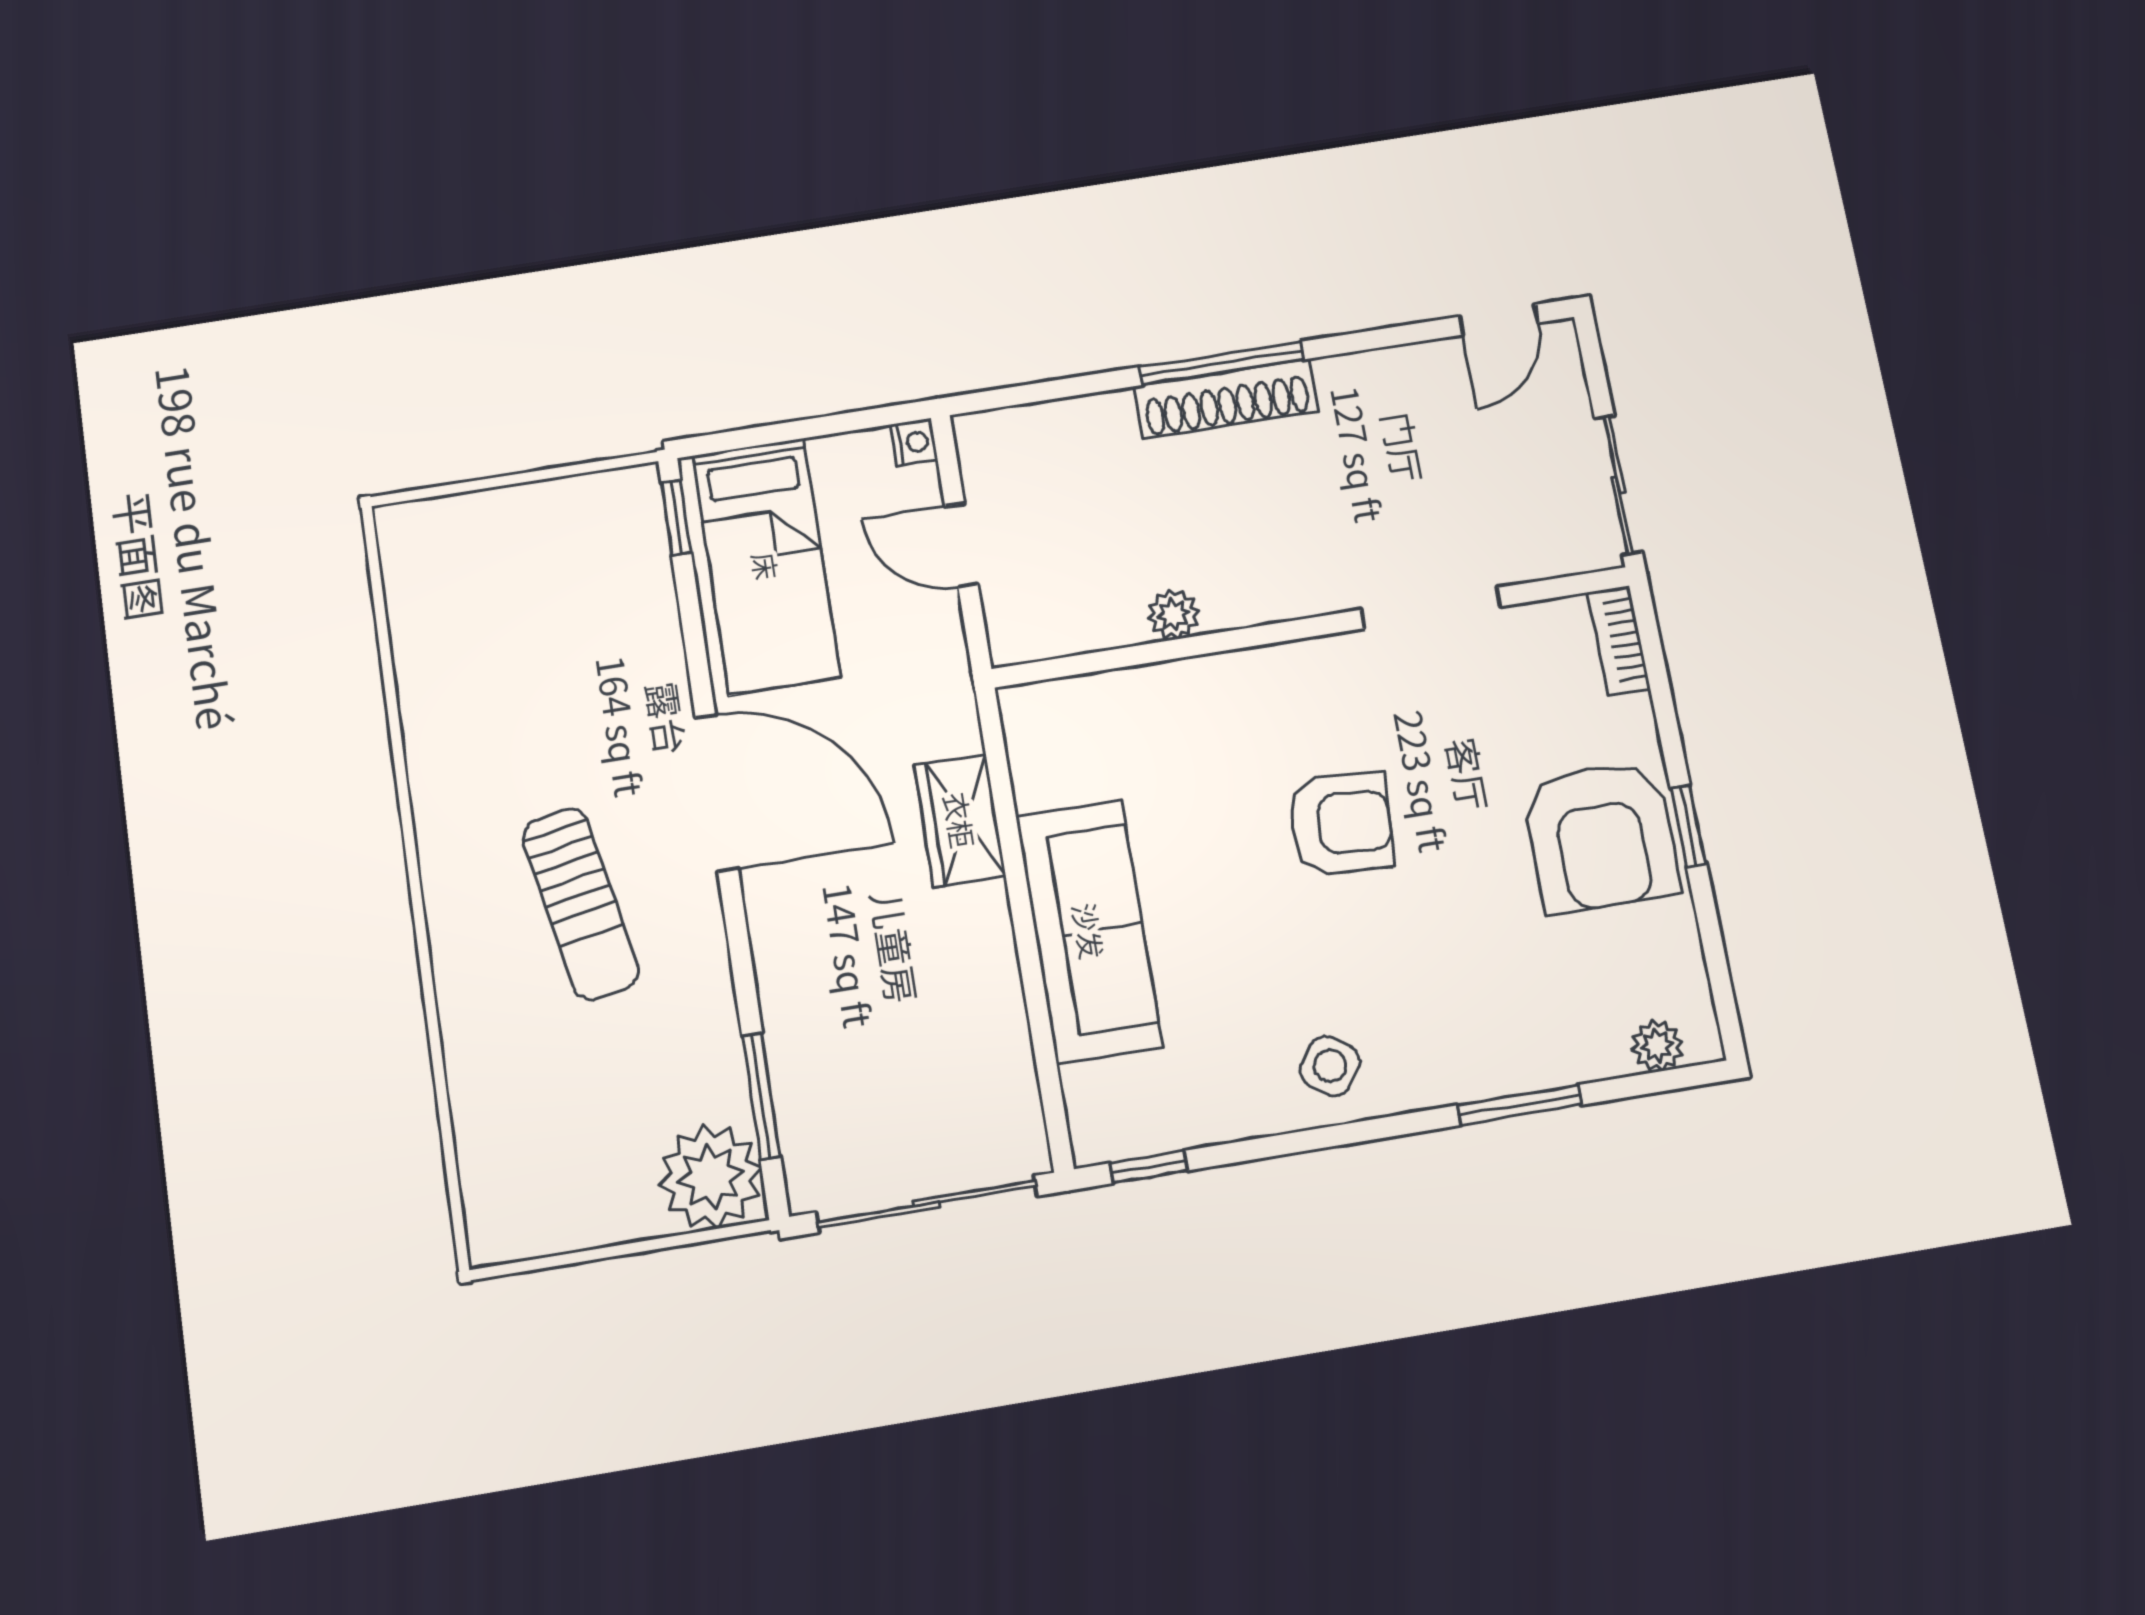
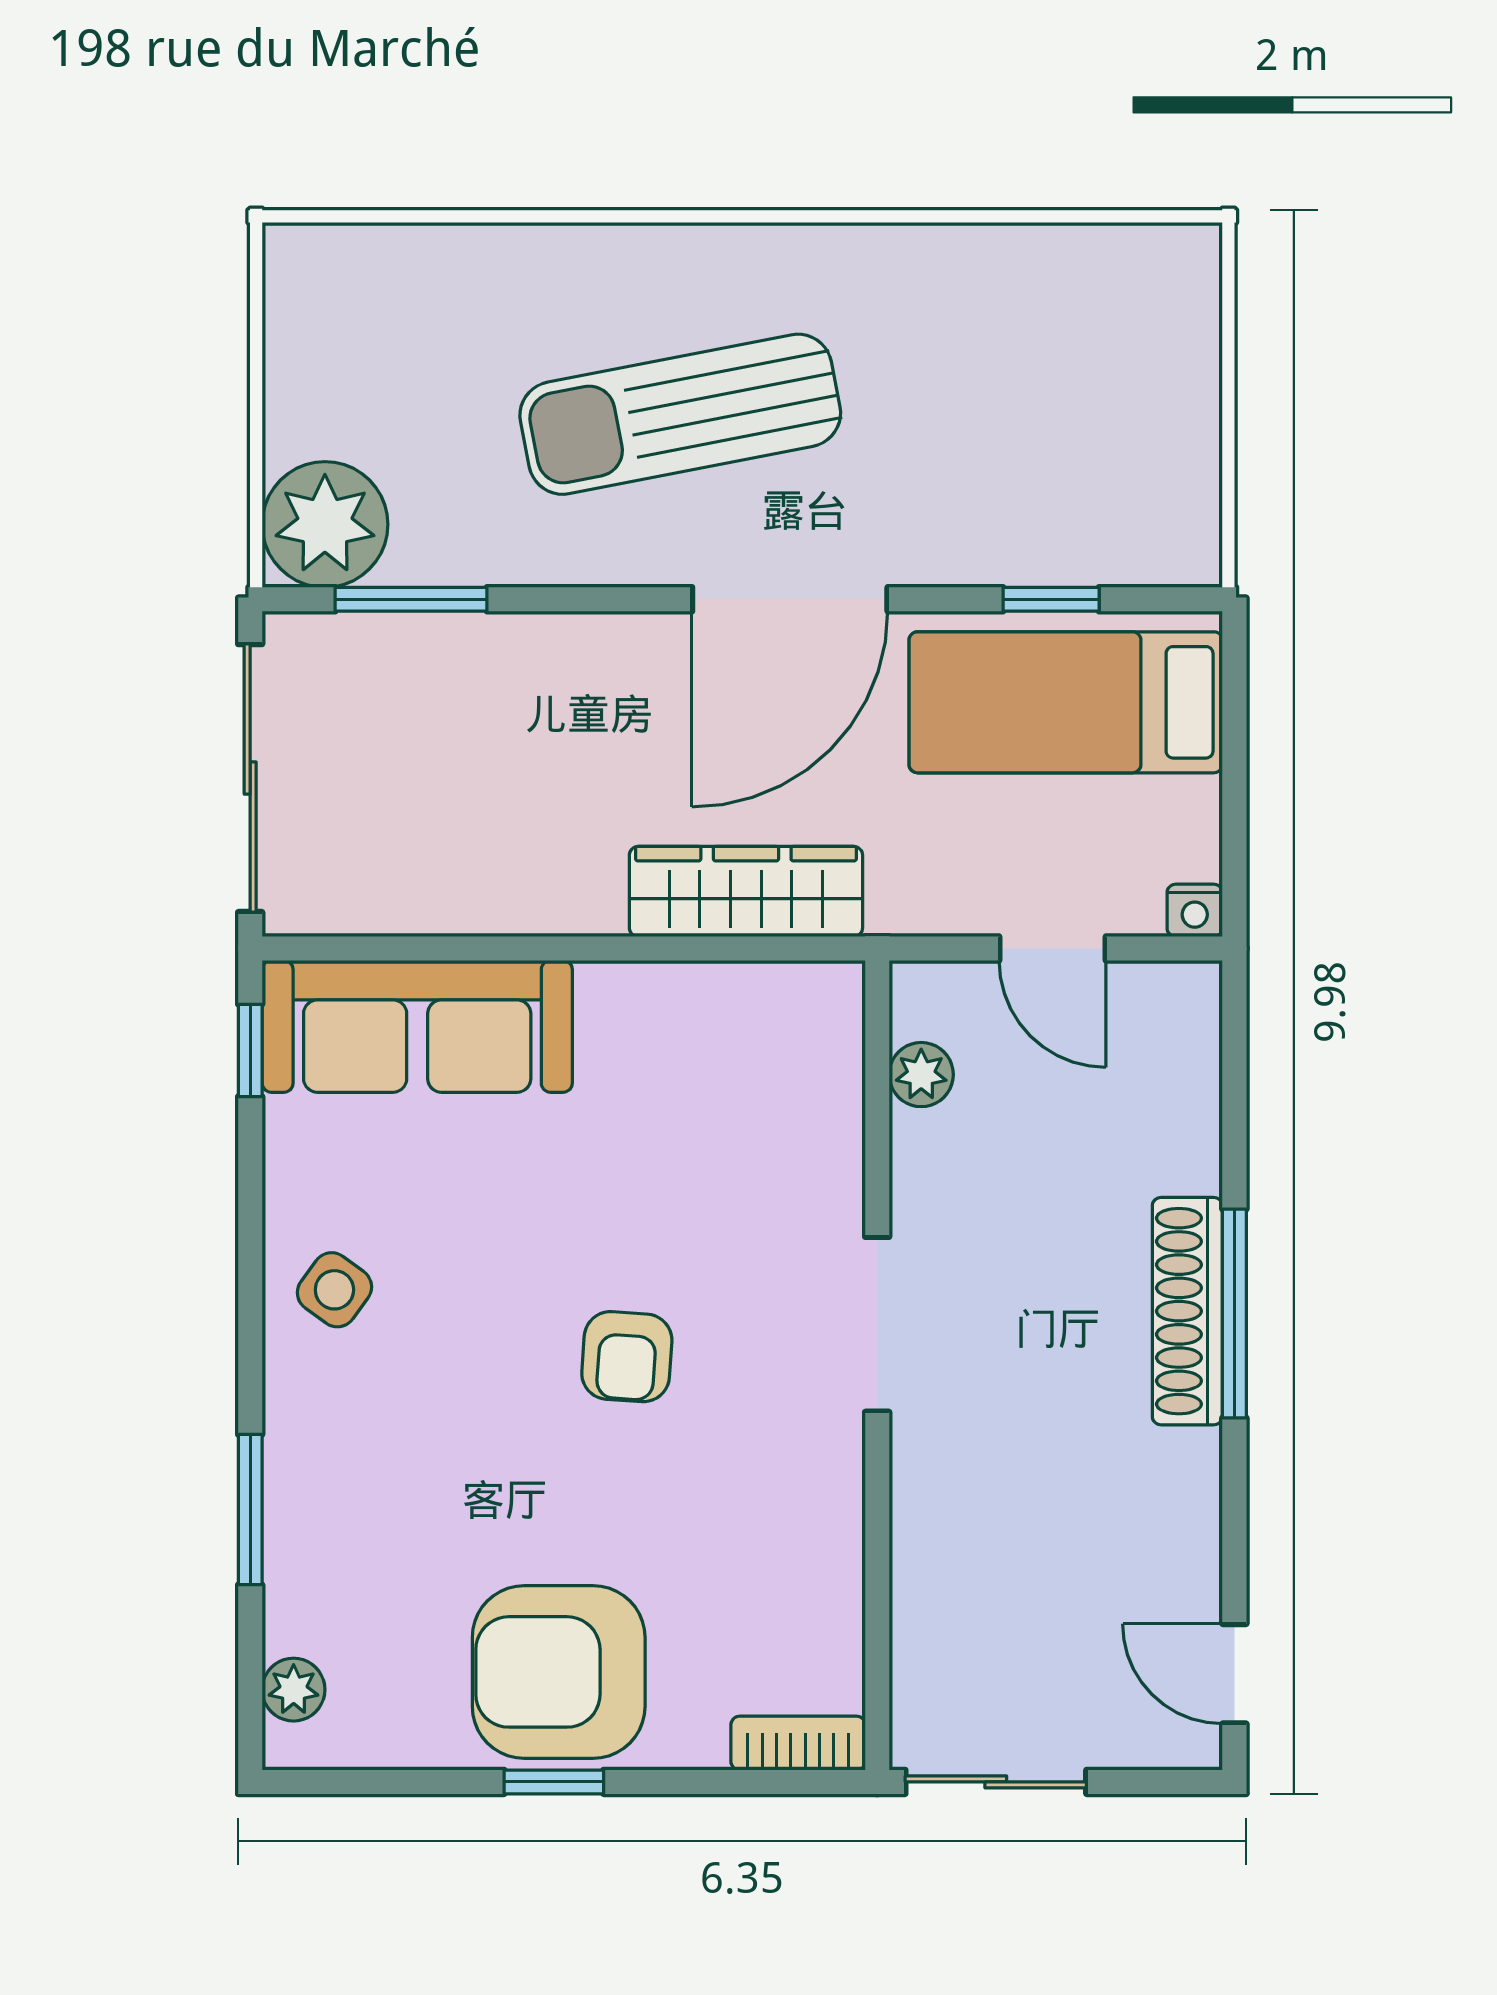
window: (676, 517) -> (1051, 599), moved
door: (961, 545) -> (1052, 949), swing flipped
doorway: (1431, 608) -> (877, 1324), moved
plant: (1173, 615) -> (921, 1075), moved
wardrobe: (960, 820) -> (746, 892), width x1.50
armchair: (1341, 823) -> (627, 1357), width x0.72, depth x0.72
sun lounger: (581, 904) -> (680, 414), width x1.36, depth x1.34
sofa: (1089, 931) -> (417, 1026), moved

